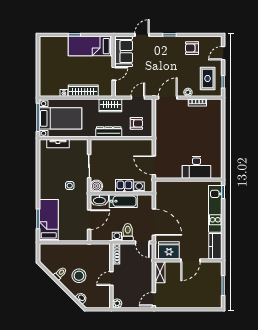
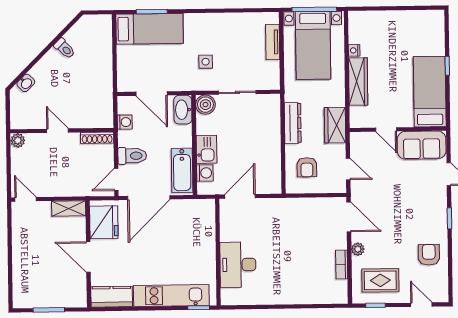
bathtub: (123, 201) -> (182, 170), moved
washing machine: (117, 237) -> (125, 122), moved
stool: (79, 276) -> (61, 79), removed

